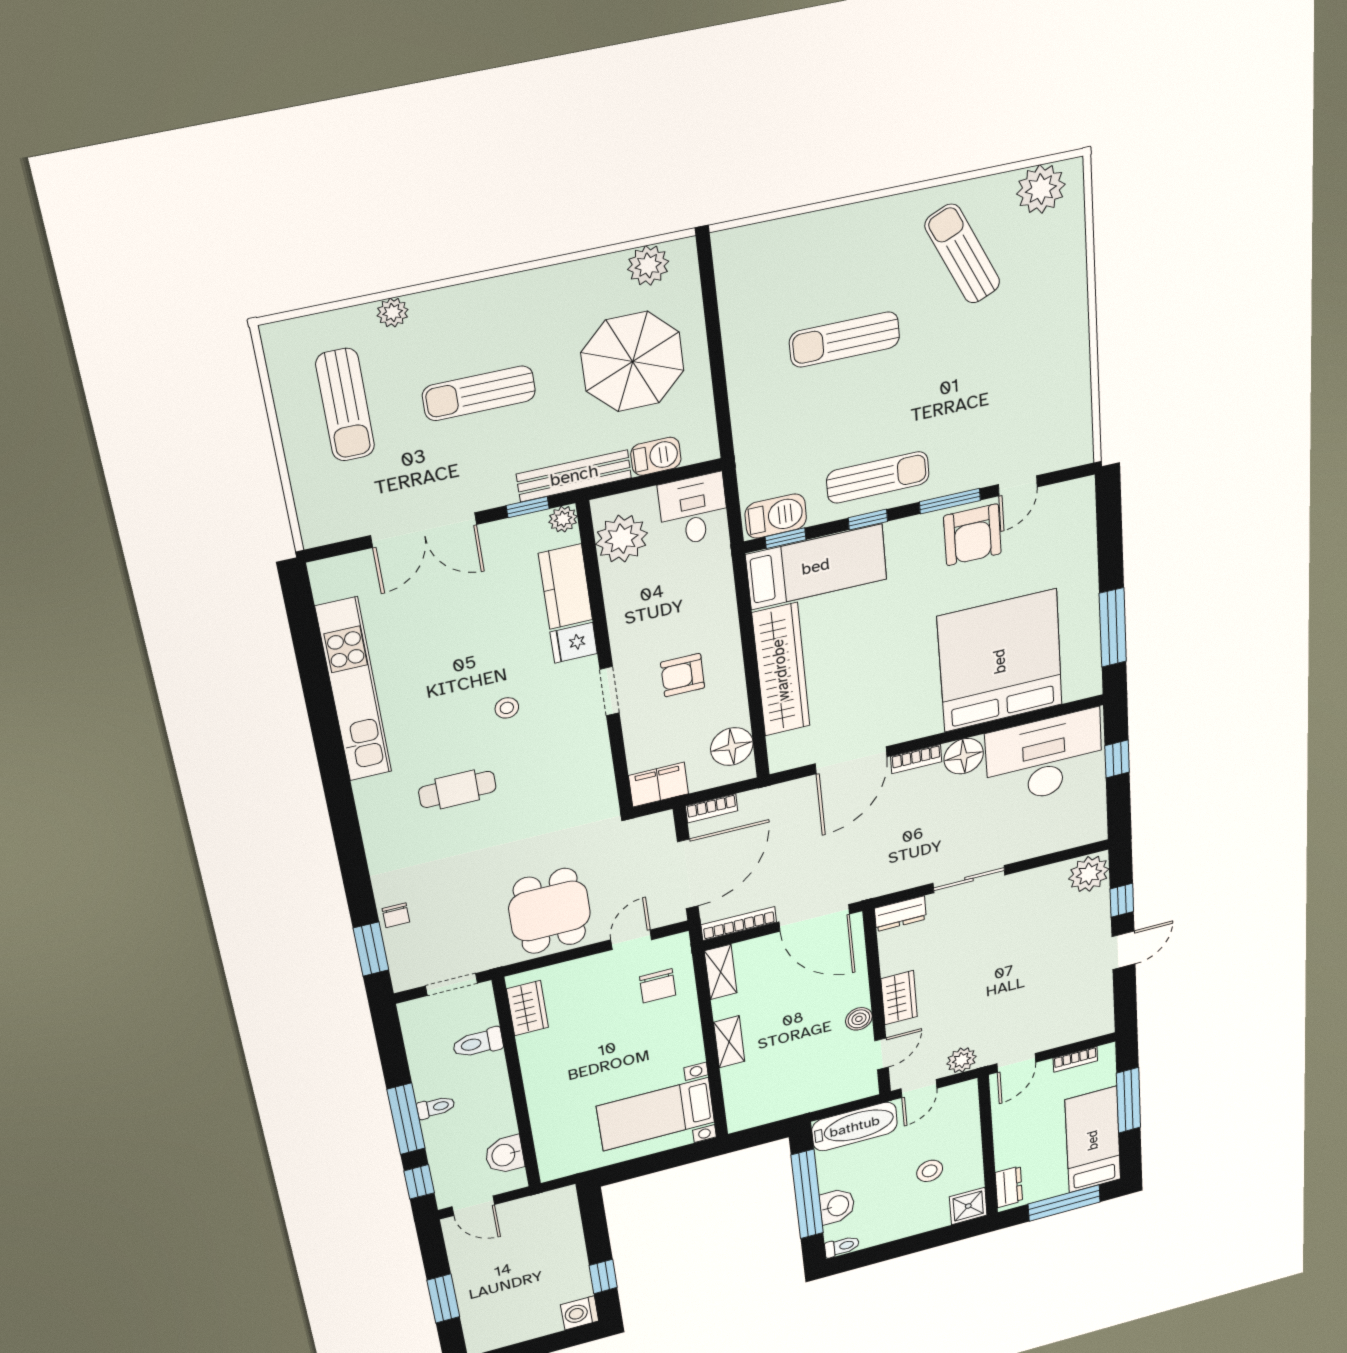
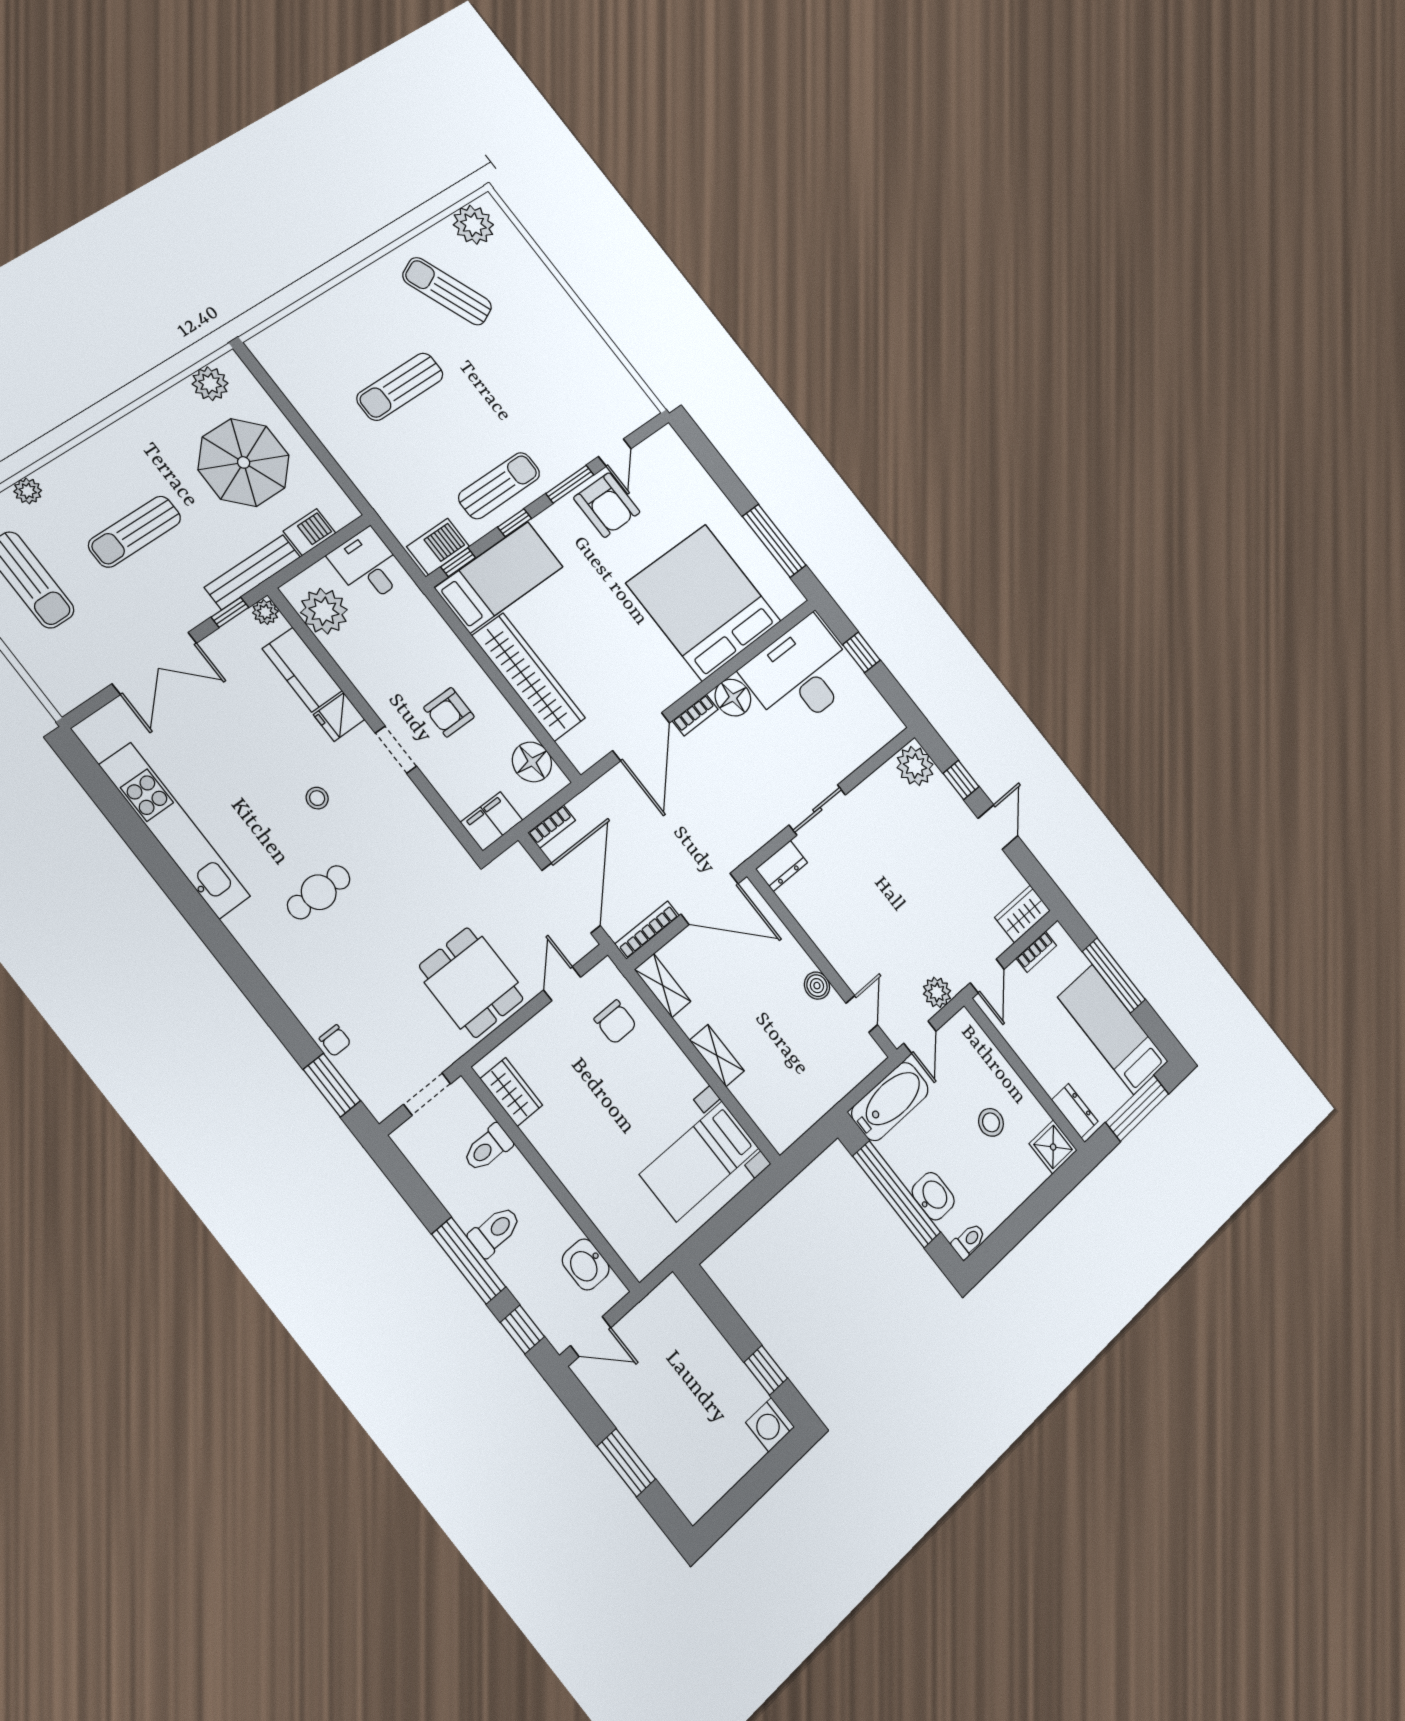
wardrobe: (899, 998) -> (1023, 914), moved, turned -90
toilet: (436, 1107) -> (495, 1231), width x1.37, depth x1.39

